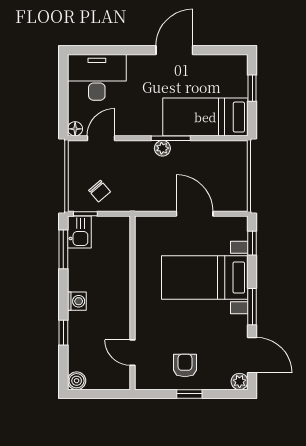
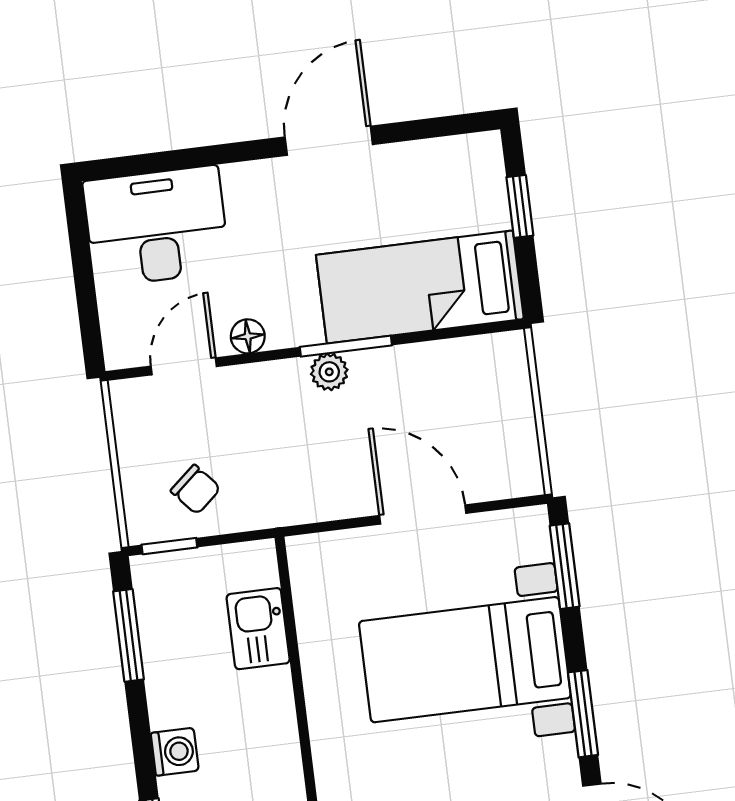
floor lamp: (75, 129) -> (248, 336), moved
kitchen sink: (79, 232) -> (258, 629), moved, turned 180
window: (252, 243) -> (565, 566), width x1.50

